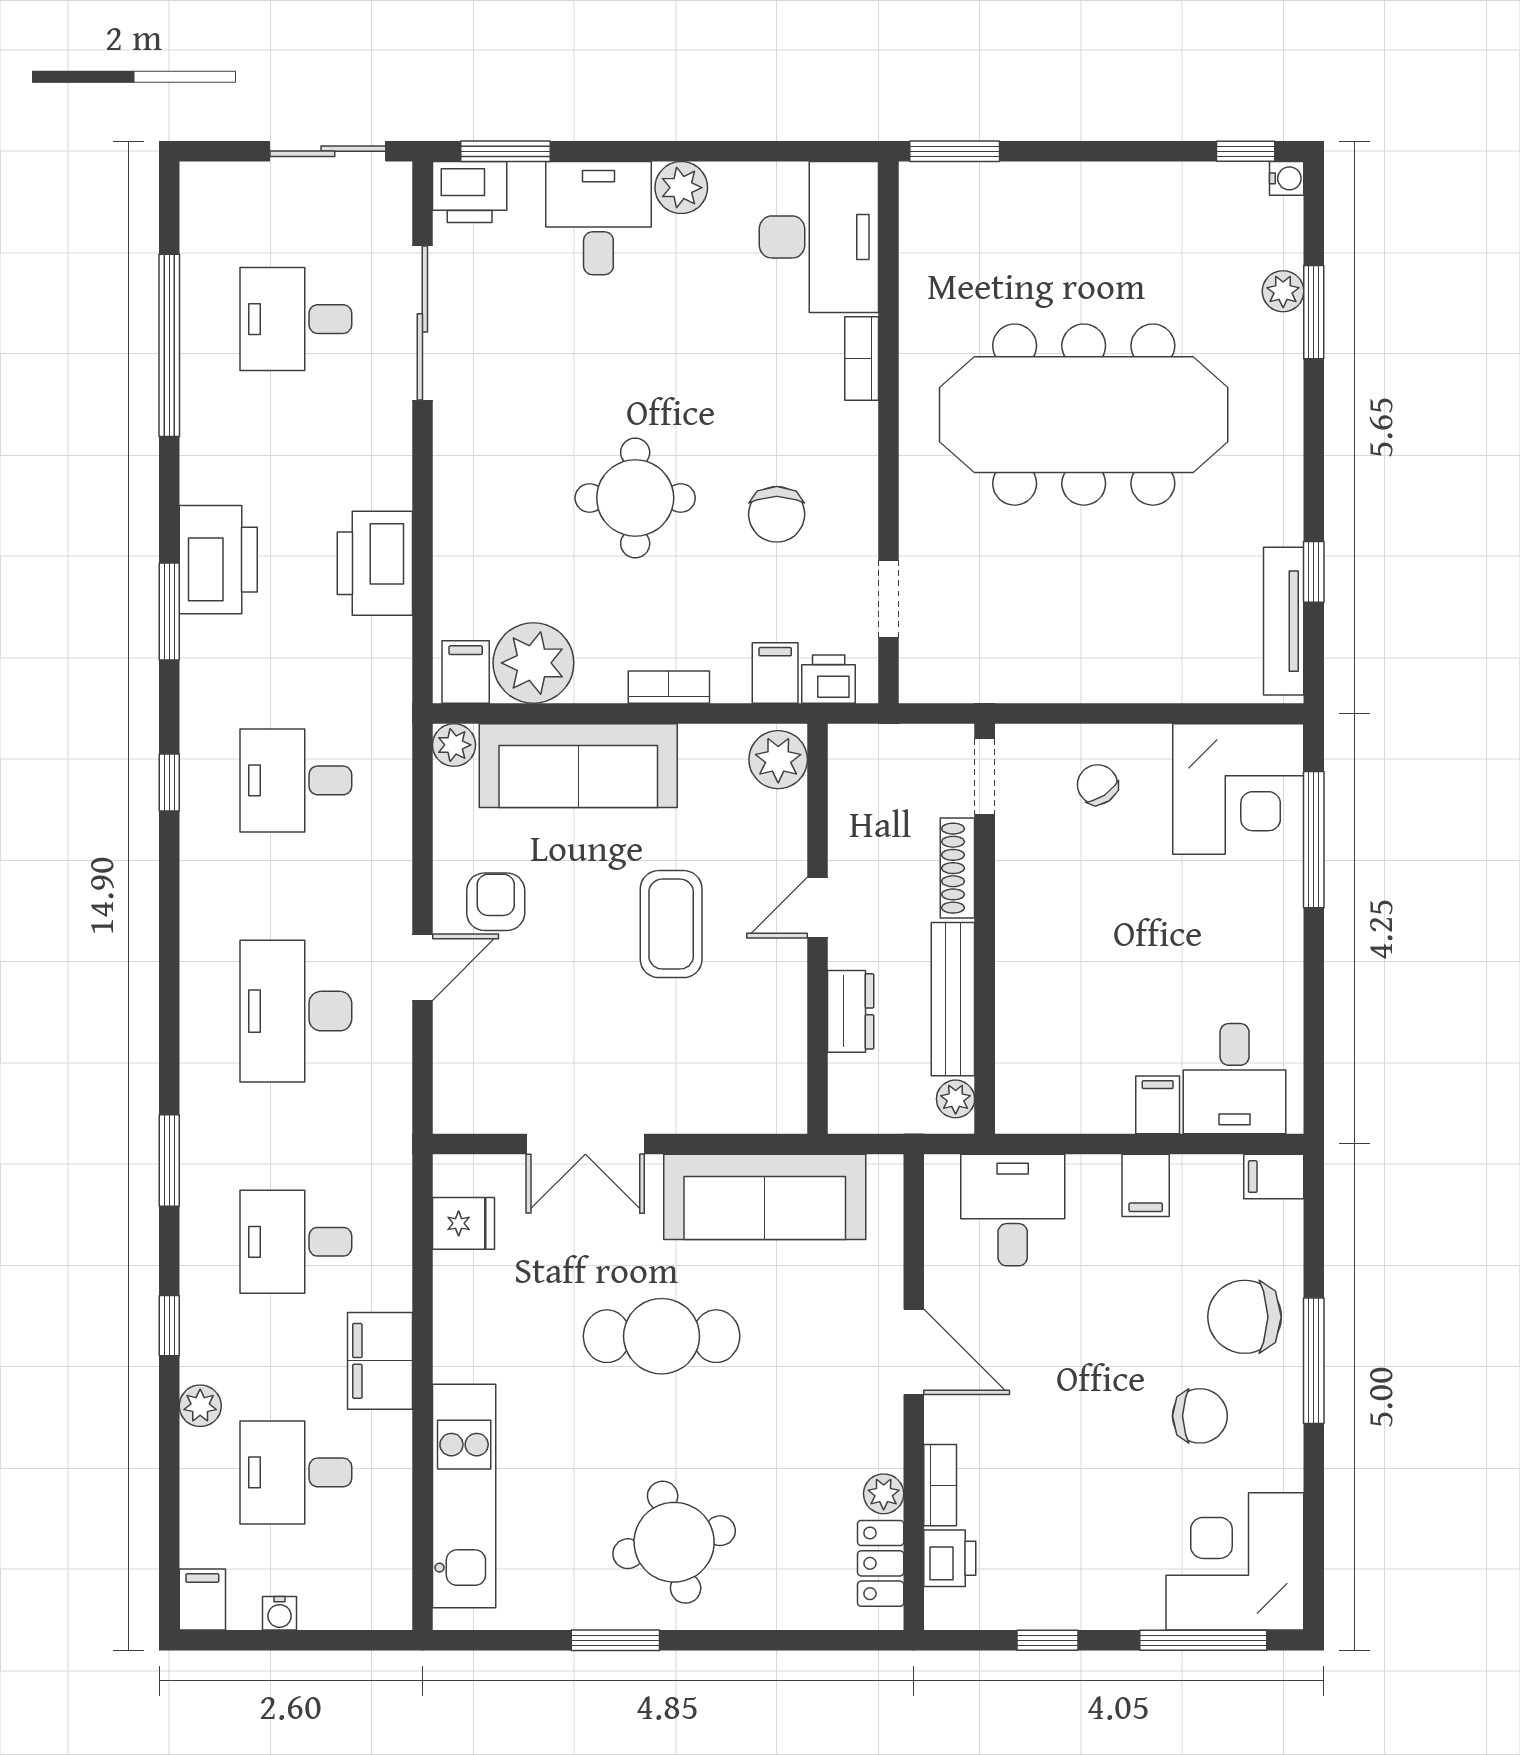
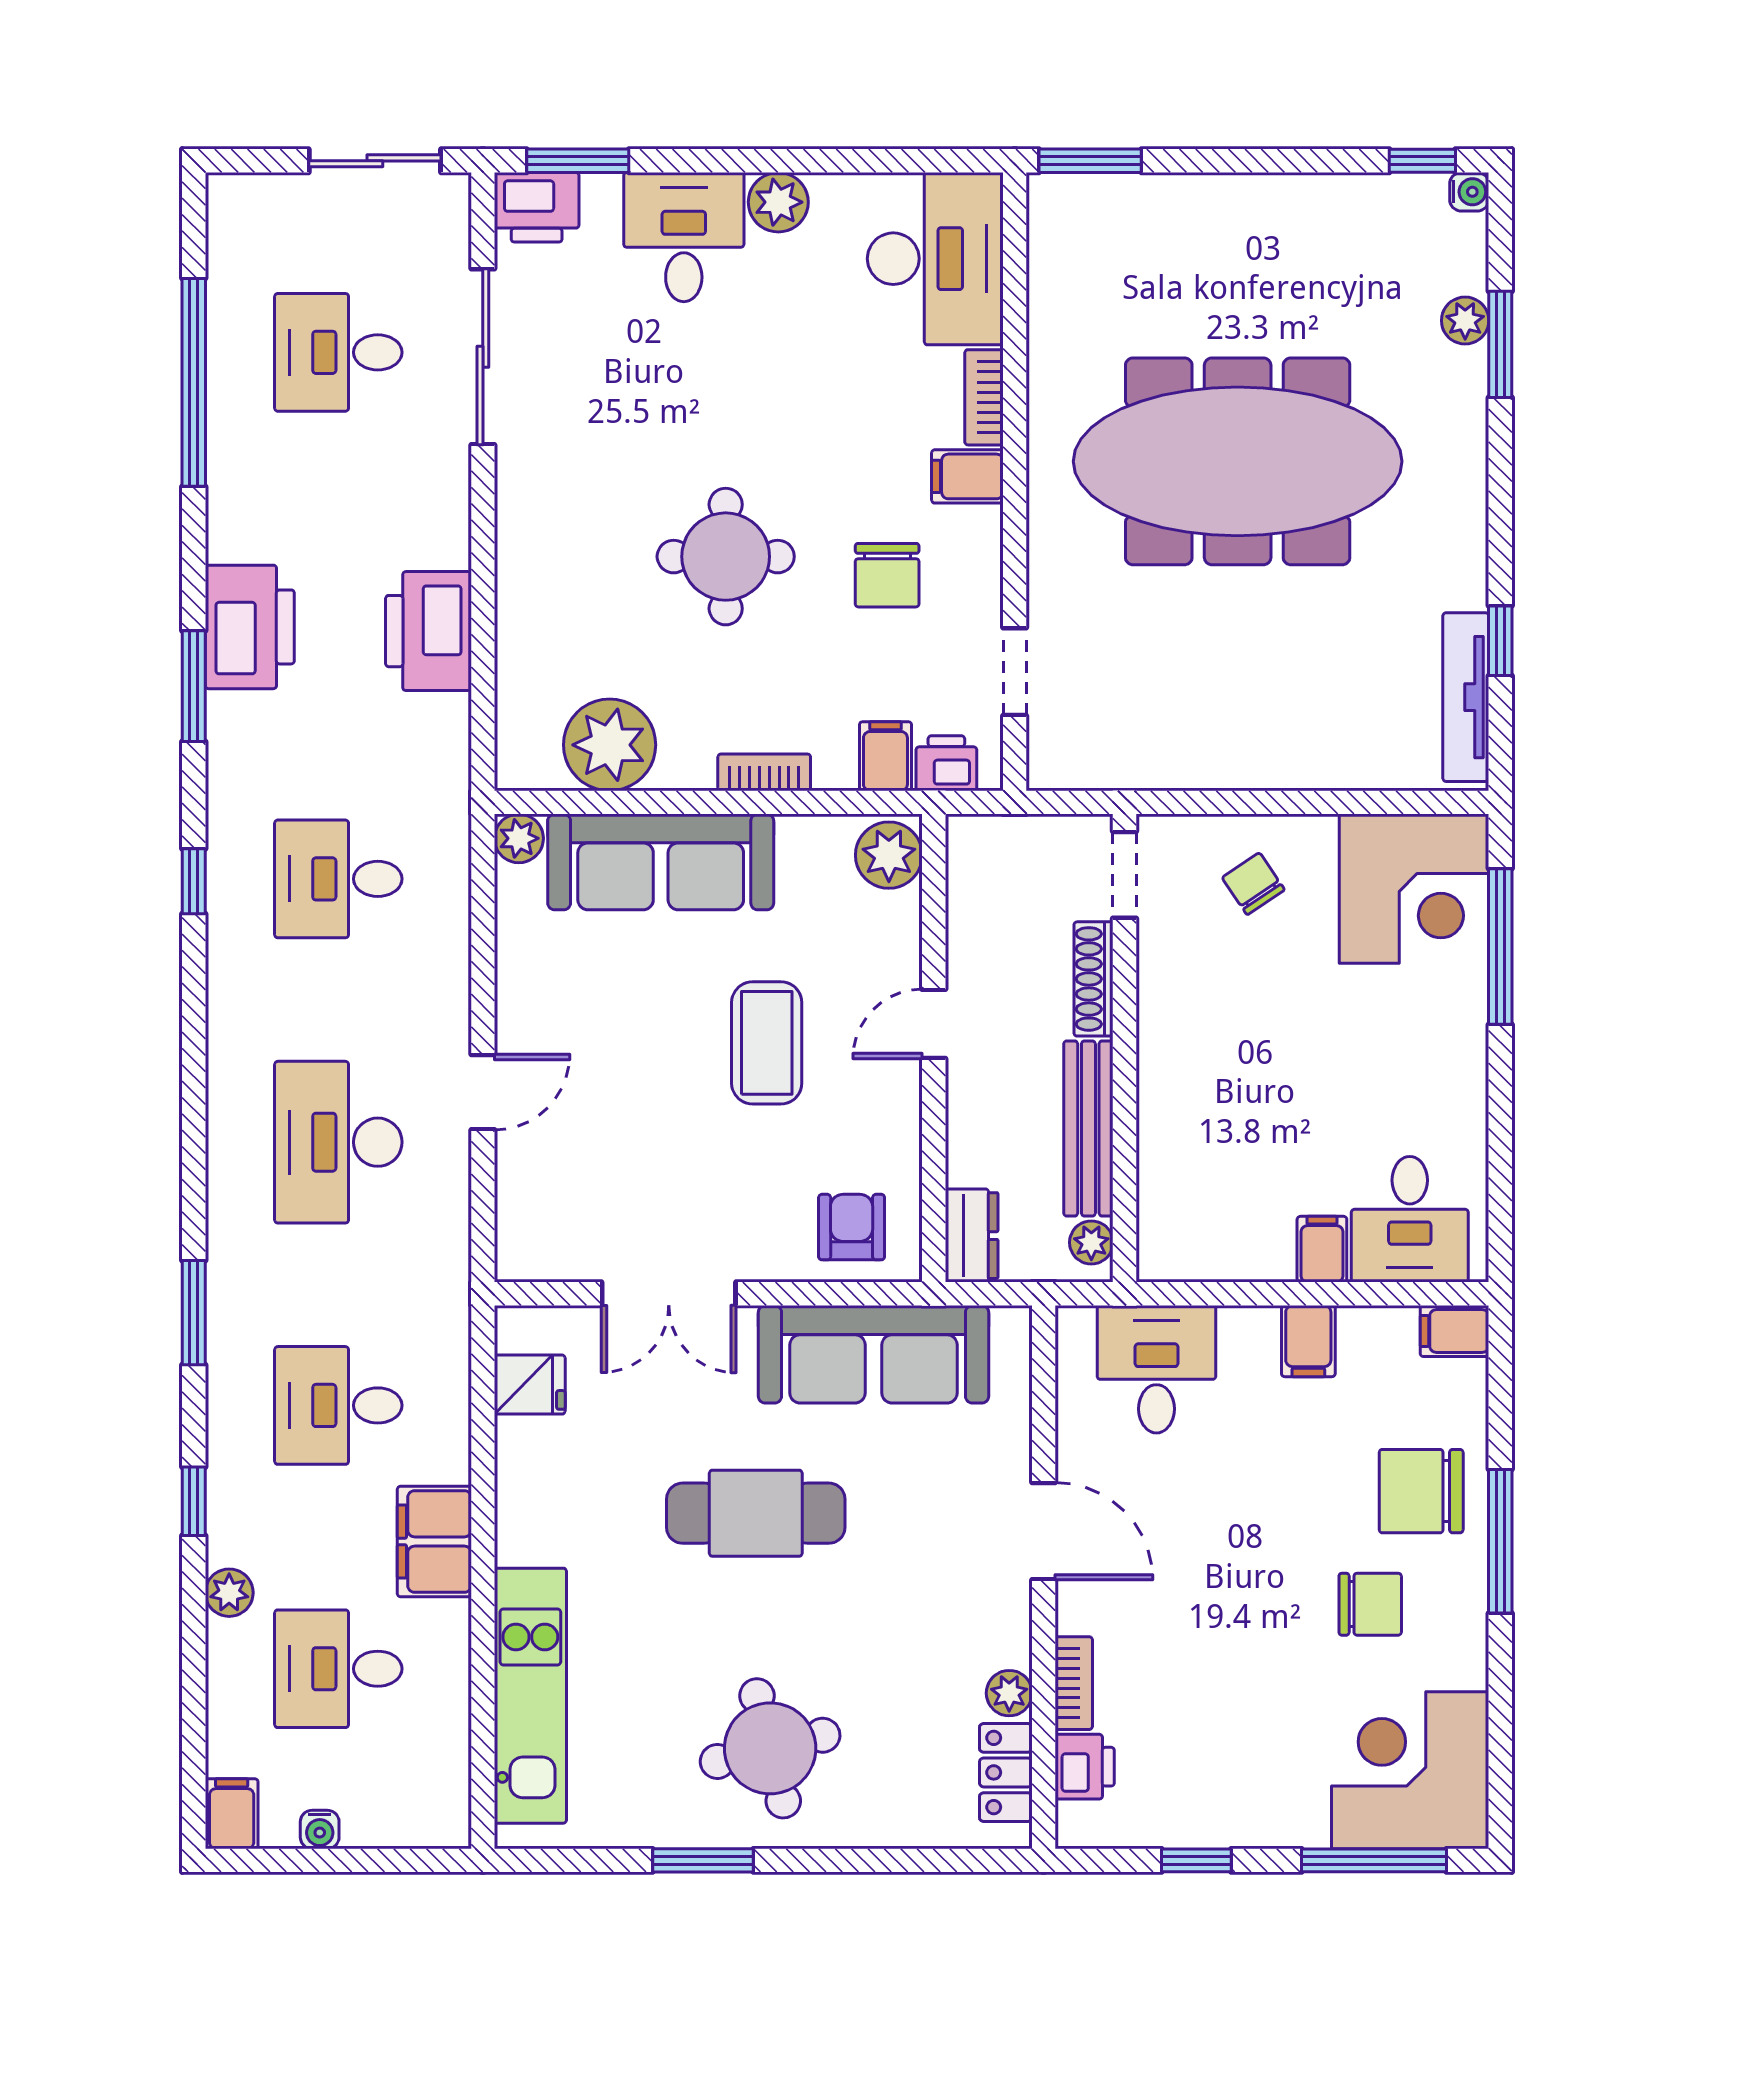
filing cabinet: (466, 672) -> (967, 476), moved, turned -90
armchair: (496, 902) -> (852, 1227), moved
dresser: (851, 1011) -> (972, 1236), moved

